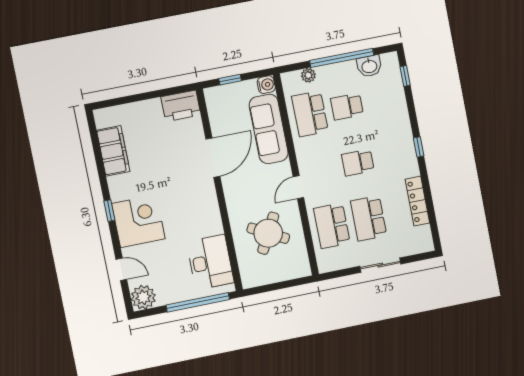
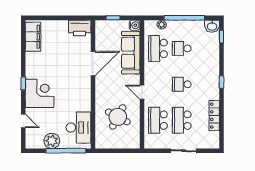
washbasin: (369, 66) -> (212, 26), moved
filing cabinet: (113, 151) -> (33, 37), moved
door: (298, 187) -> (142, 92), hinge flipped
plant: (143, 297) -> (52, 141), moved

